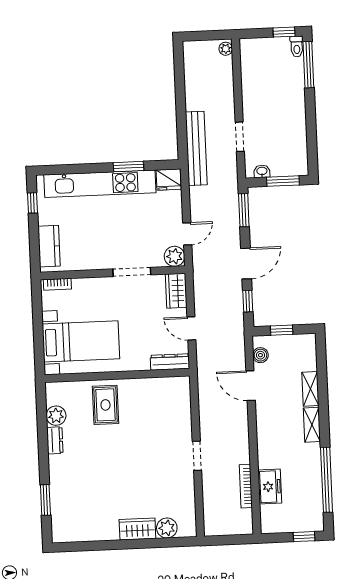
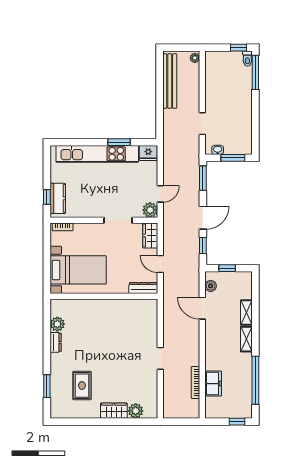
bench: (196, 148) -> (170, 81), moved
window: (32, 203) -> (47, 197), moved
rug: (105, 405) -> (82, 386), moved

